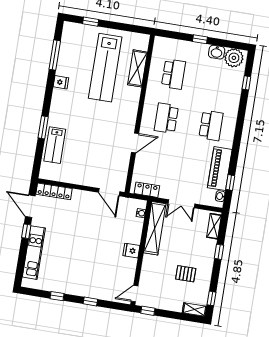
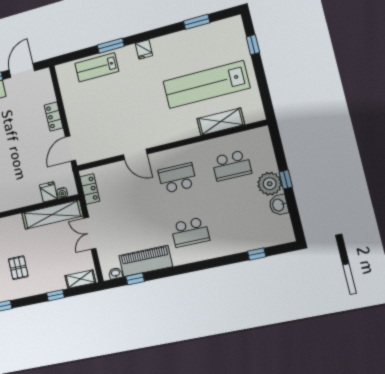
window: (55, 55) -> (197, 22), width x0.69
plant: (234, 58) -> (270, 184), moved
fridge: (61, 82) -> (144, 49), moved
locker: (54, 191) -> (54, 116), moved, width x0.66
fridge: (131, 251) -> (49, 192), moved

